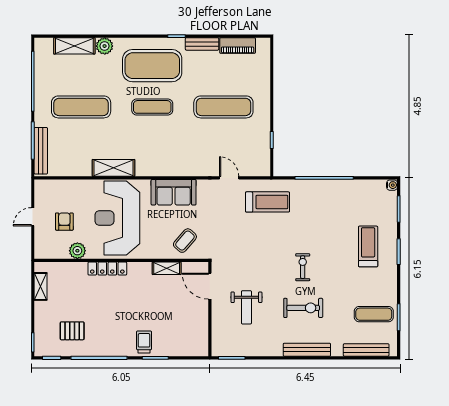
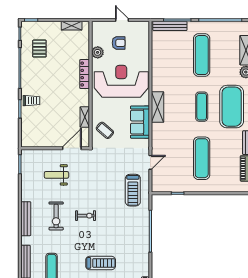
shelving: (113, 168) -> (158, 107), moved

